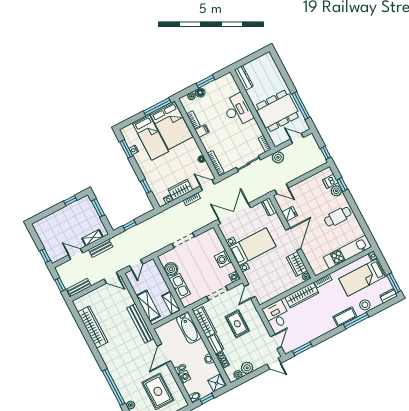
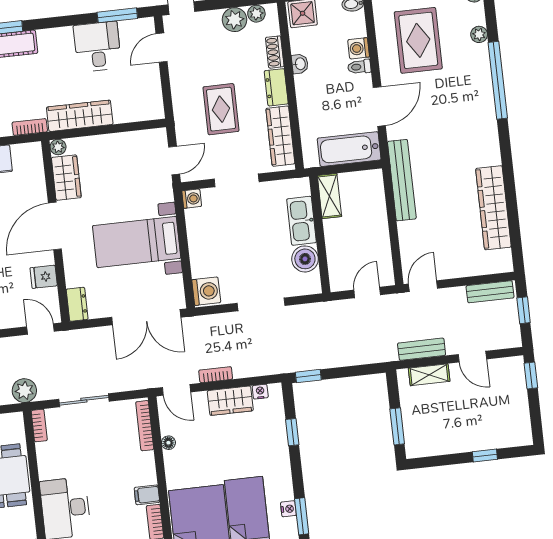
window: (70, 201) -> (485, 456), moved
window: (130, 225) -> (308, 376), moved
washing machine: (223, 259) -> (206, 291), moved
door: (111, 278) -> (423, 286), hinge flipped
shelving: (148, 306) -> (374, 207), removed
desk: (277, 315) -> (97, 47), moved, turned 180
bathtub: (189, 328) -> (349, 149), moved, turned -90

